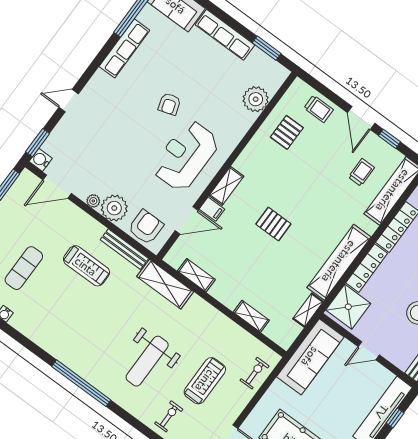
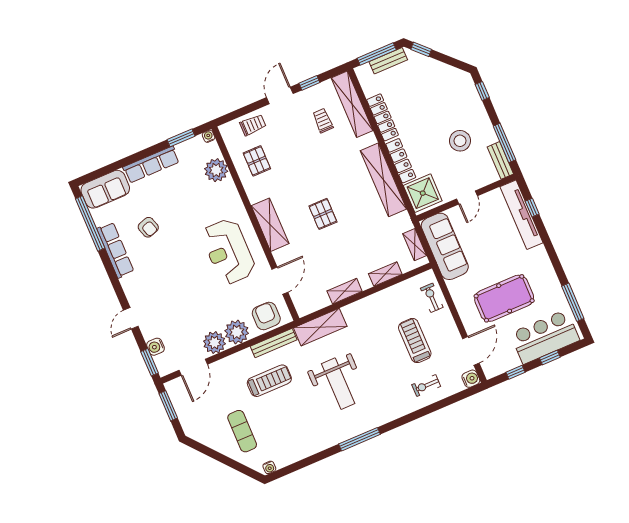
water cooler: (283, 73) -> (209, 136), added
armchair: (169, 104) -> (148, 227), moved
door: (361, 118) -> (280, 96), swing flipped
water cooler: (41, 160) -> (156, 347), moved
shelving: (226, 186) -> (270, 225), width x1.50, depth x1.33
plant: (93, 201) -> (214, 343), width x1.87, depth x1.87
filing cabinet: (212, 209) -> (283, 256), removed
pallet: (273, 224) -> (323, 214), turned 90
shelving: (196, 275) -> (345, 291), moved
shelving: (308, 310) -> (415, 245), moved
weight bench: (147, 361) -> (338, 384), moved
window: (81, 383) -> (359, 439), width x0.68
exercise bike: (169, 416) -> (426, 385), turned -90

